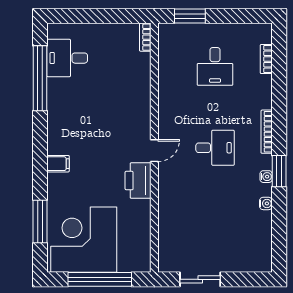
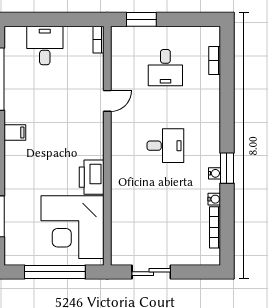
desk: (67, 58) -> (45, 45), moved, turned 90
bookcase: (267, 132) -> (215, 227), moved
door: (154, 151) -> (107, 101), moved
filing cabinet: (58, 164) -> (15, 133), moved
corner desk: (84, 240) -> (72, 227), moved, turned -90

